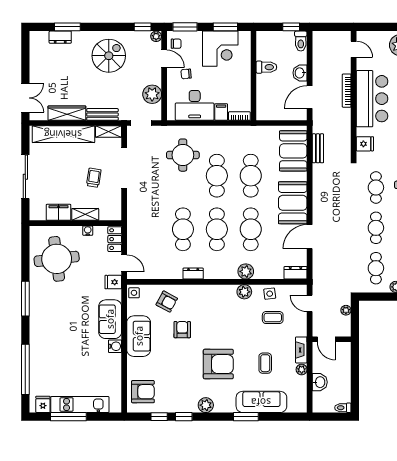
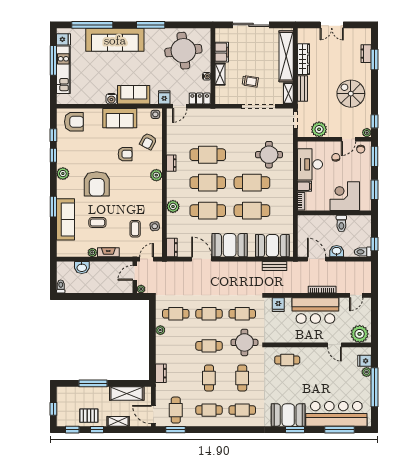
corner desk: (220, 49) -> (345, 196), moved, turned 90
spiral stairs: (109, 56) -> (351, 94), turned 180
double door: (25, 98) -> (332, 25), moved
plant: (244, 292) -> (156, 175), moved
door: (326, 339) -> (135, 273), moved
wall: (332, 339) -> (135, 277), moved
sofa: (43, 342) -> (115, 40), added
armchair: (143, 392) -> (74, 122), turned -90

